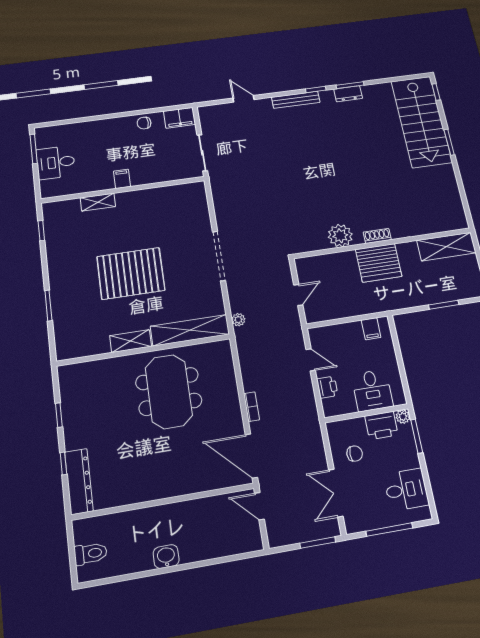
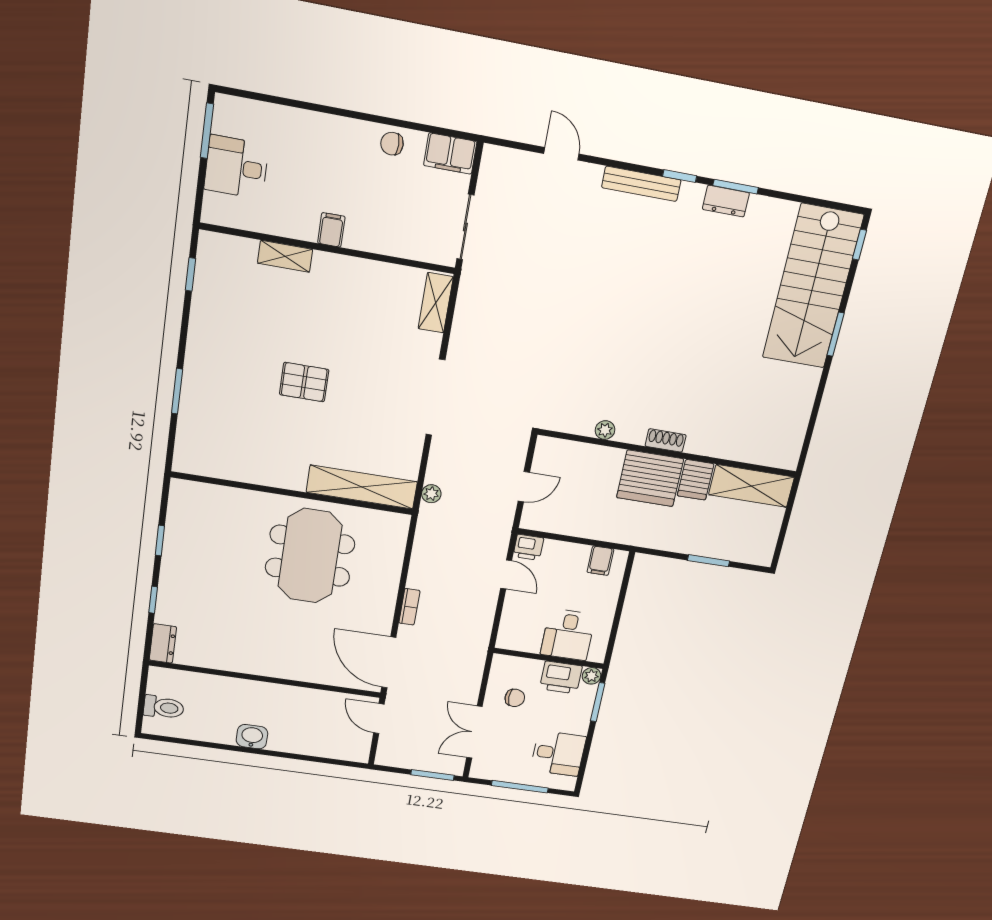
plant: (340, 236) -> (605, 430), width x0.53, depth x0.53
server rack: (408, 254) -> (696, 480), added
pallet: (131, 273) -> (304, 382), width x0.49, depth x0.50
shelving: (131, 341) -> (436, 303), moved, turned 90
printer: (327, 387) -> (528, 547), moved, turned 90
dresser: (79, 481) -> (163, 643), width x0.51, depth x0.80

